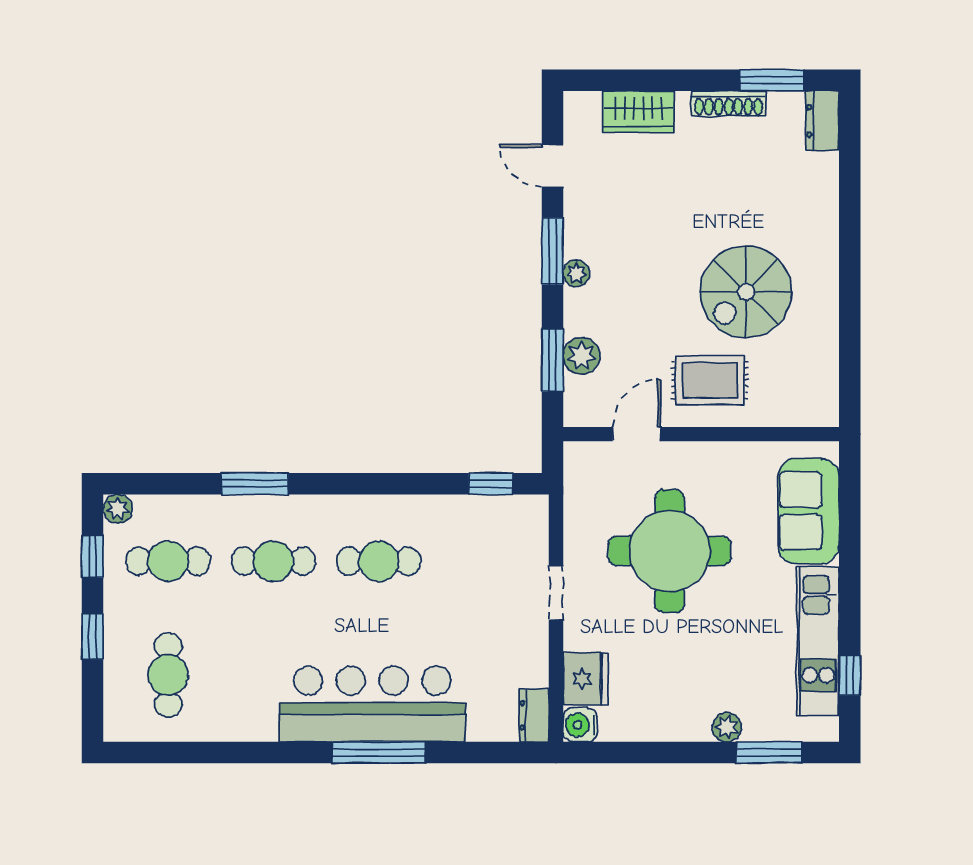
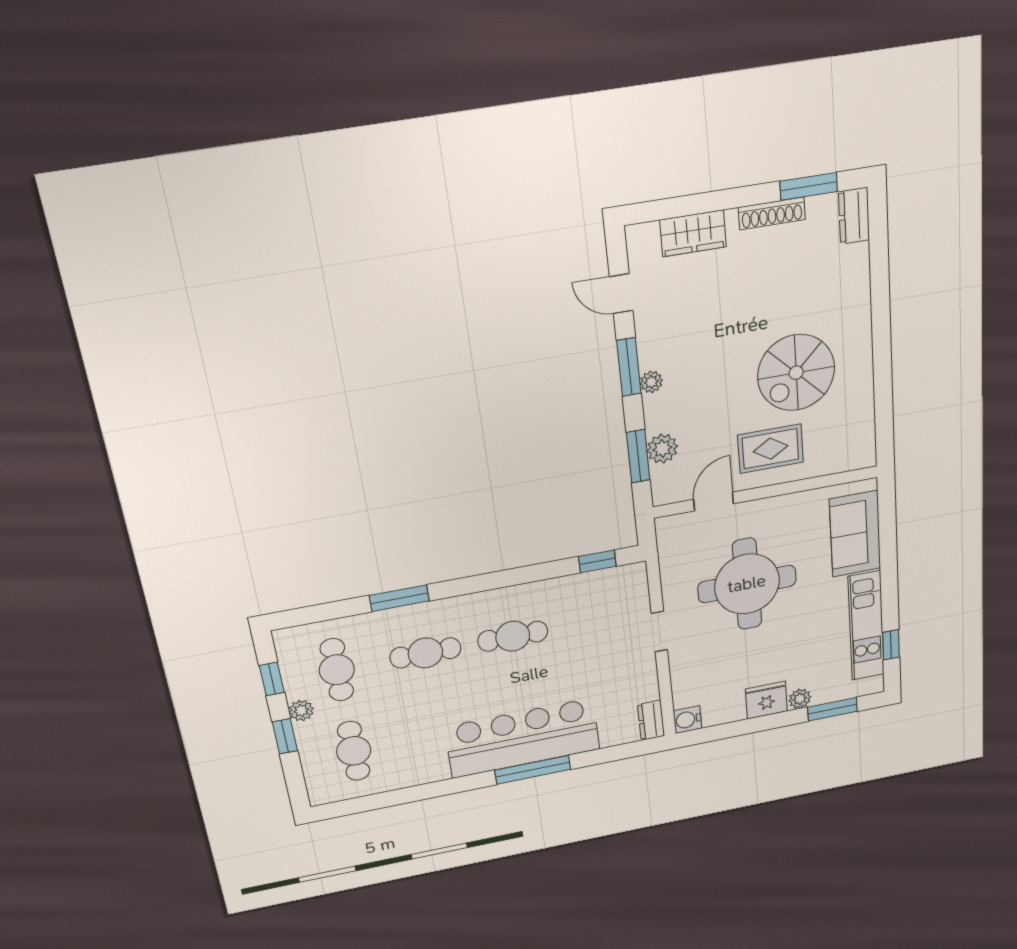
plant: (118, 509) -> (301, 711), moved
cafe table: (168, 561) -> (337, 670), turned 90
fridge: (586, 679) -> (766, 700), moved, turned -90

